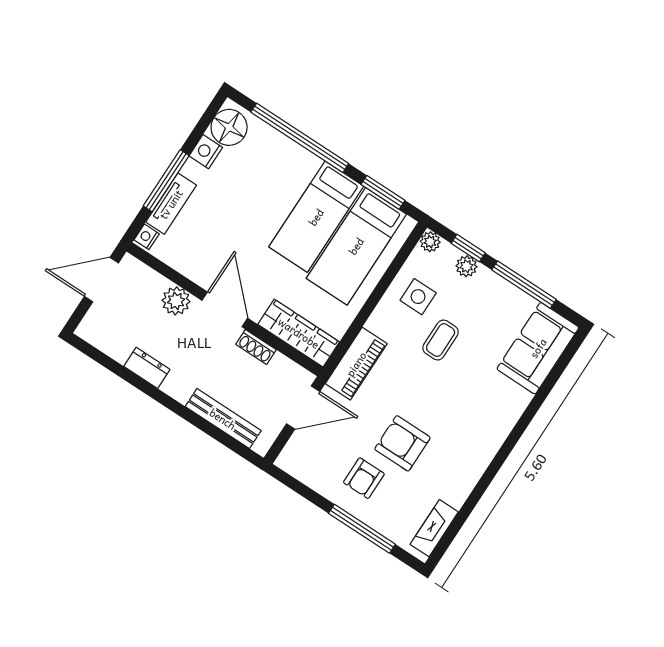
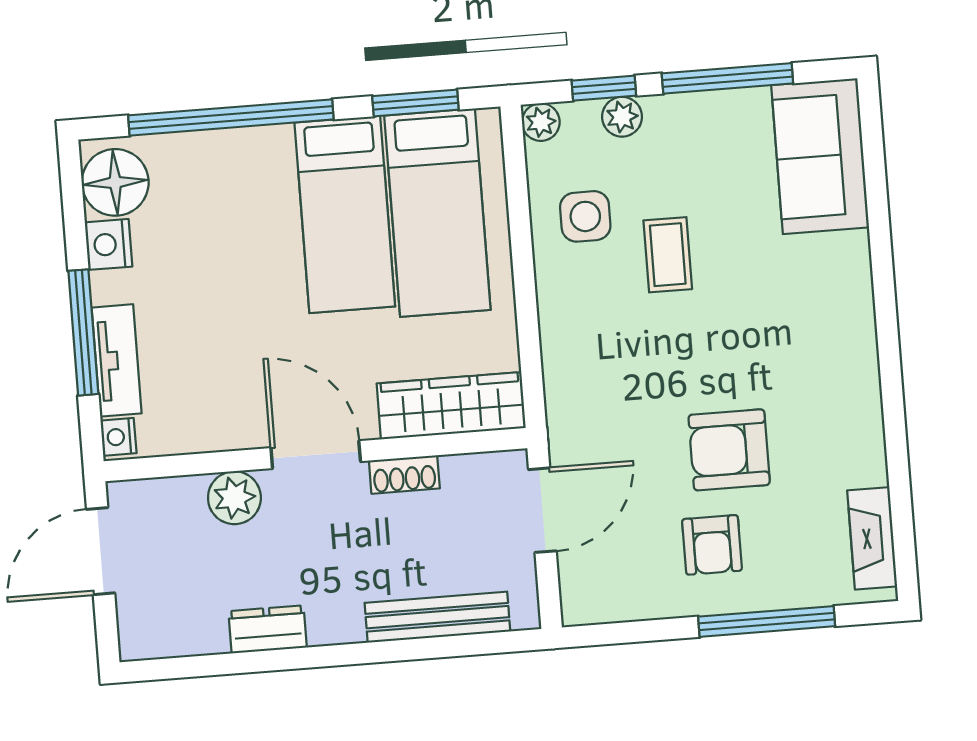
piano: (356, 364) -> (571, 385), removed

